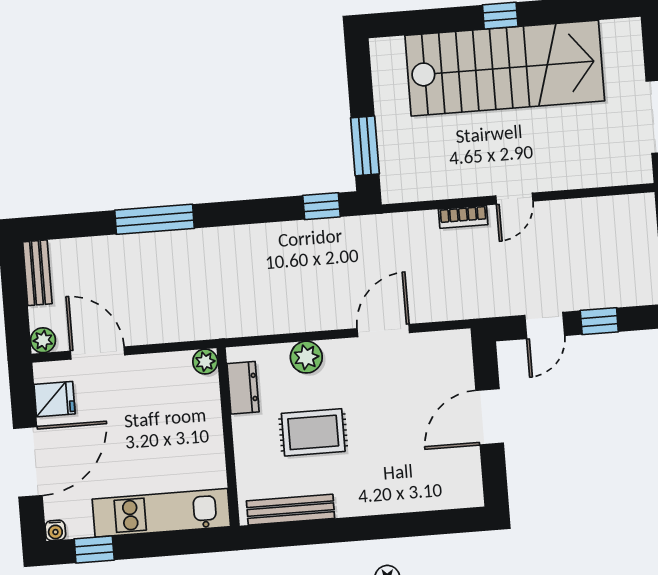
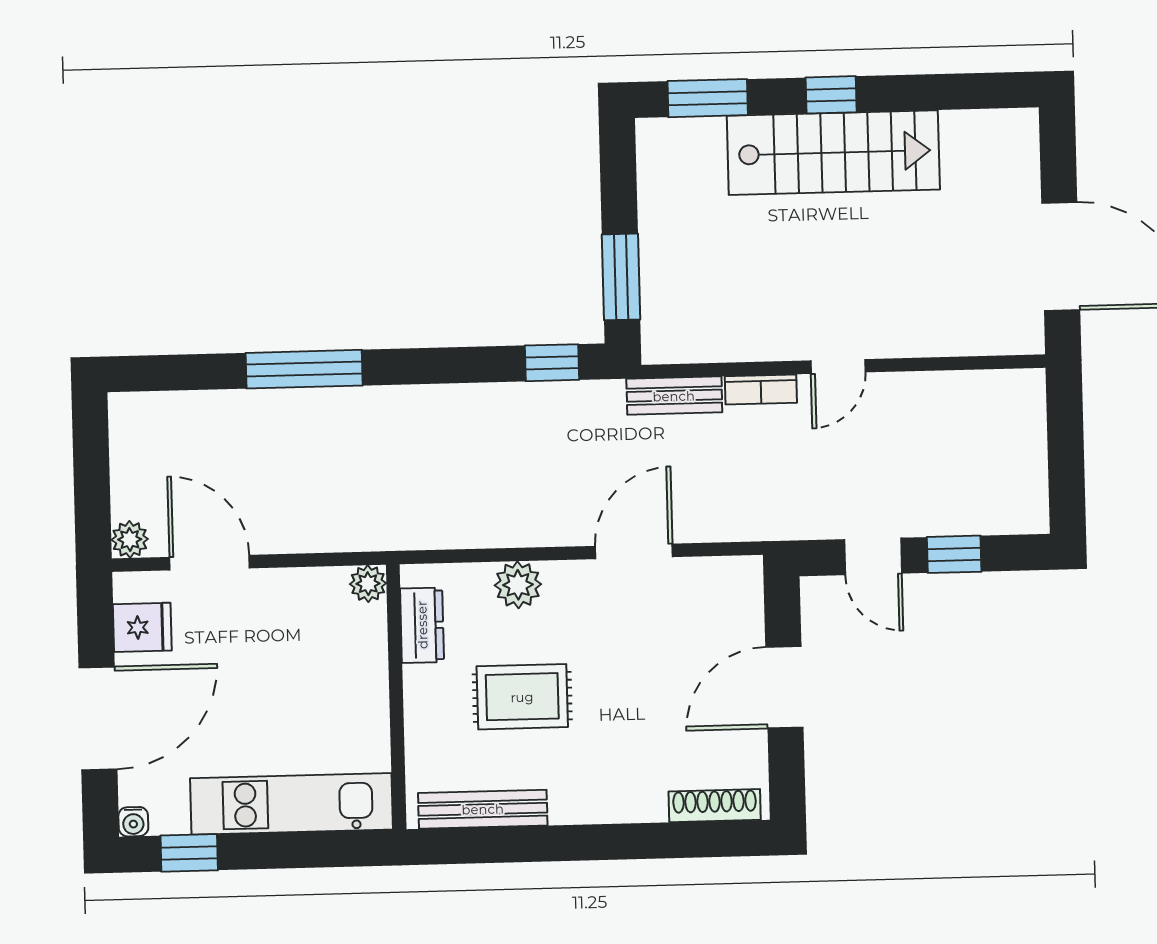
window: (417, 22) -> (708, 98), added
stairs: (505, 68) -> (833, 153), width x0.73, depth x0.66
bench: (37, 273) -> (674, 396), moved, turned 90
door: (545, 325) -> (873, 556), hinge flipped
shoe rack: (447, 499) -> (715, 806), added

